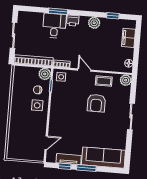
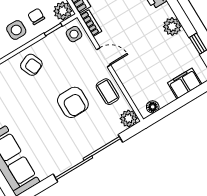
door: (84, 70) -> (104, 57), hinge flipped
armchair: (96, 103) -> (73, 102), turned -90
armchair: (61, 111) -> (31, 65), added
sliding door: (131, 116) -> (88, 158), width x1.86

